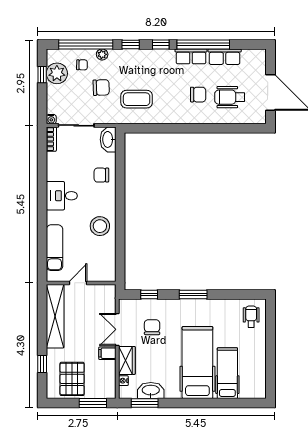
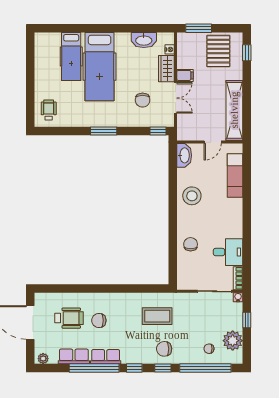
plant: (102, 54) -> (43, 359), moved
window: (42, 75) -> (247, 320), moved
chair: (101, 88) -> (164, 349), moved
washbasin: (108, 139) -> (184, 155), moved
chair: (101, 175) -> (191, 244), turned -90
desk: (62, 196) -> (228, 252), moved
window: (149, 295) -> (158, 131), moved
wheelchair: (251, 317) -> (49, 110), turned 180
window: (42, 364) -> (247, 53), moved
window: (145, 403) -> (150, 28), removed

